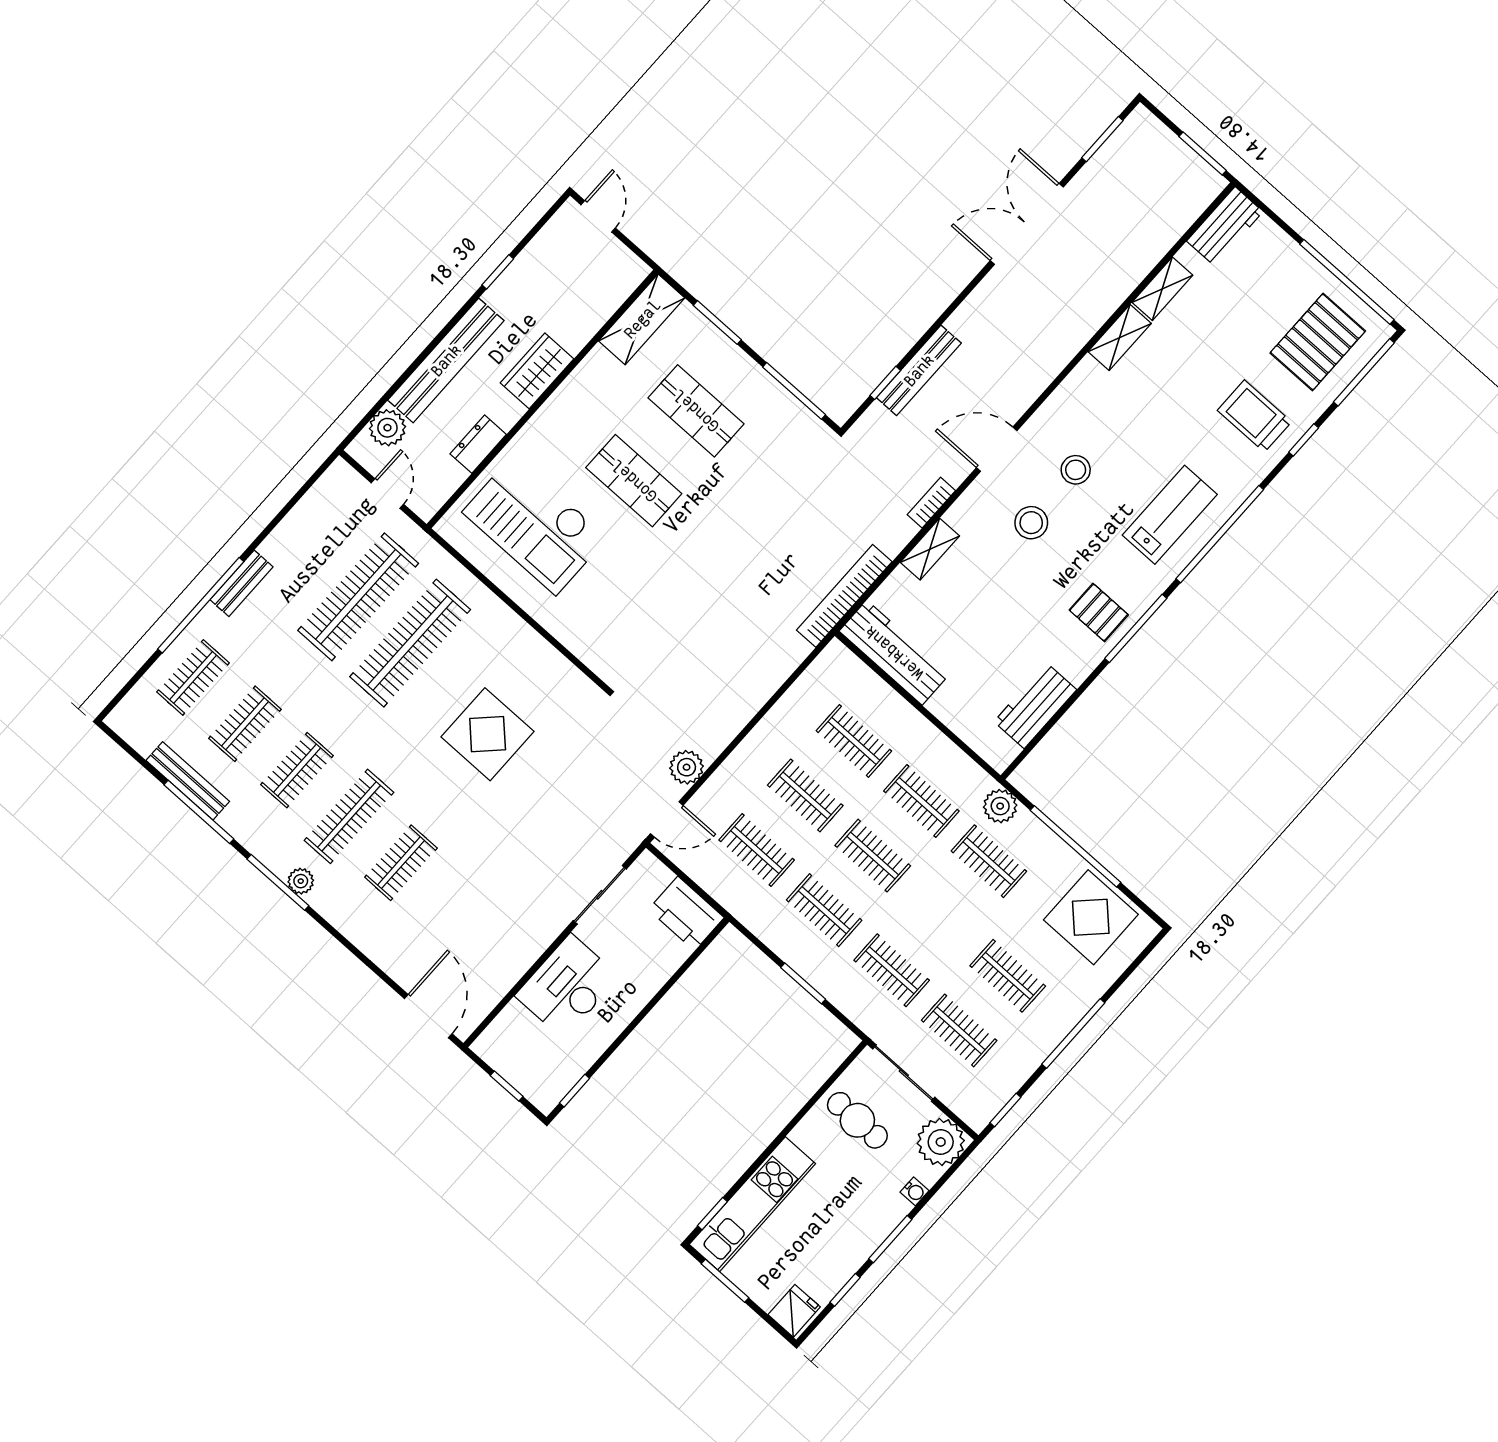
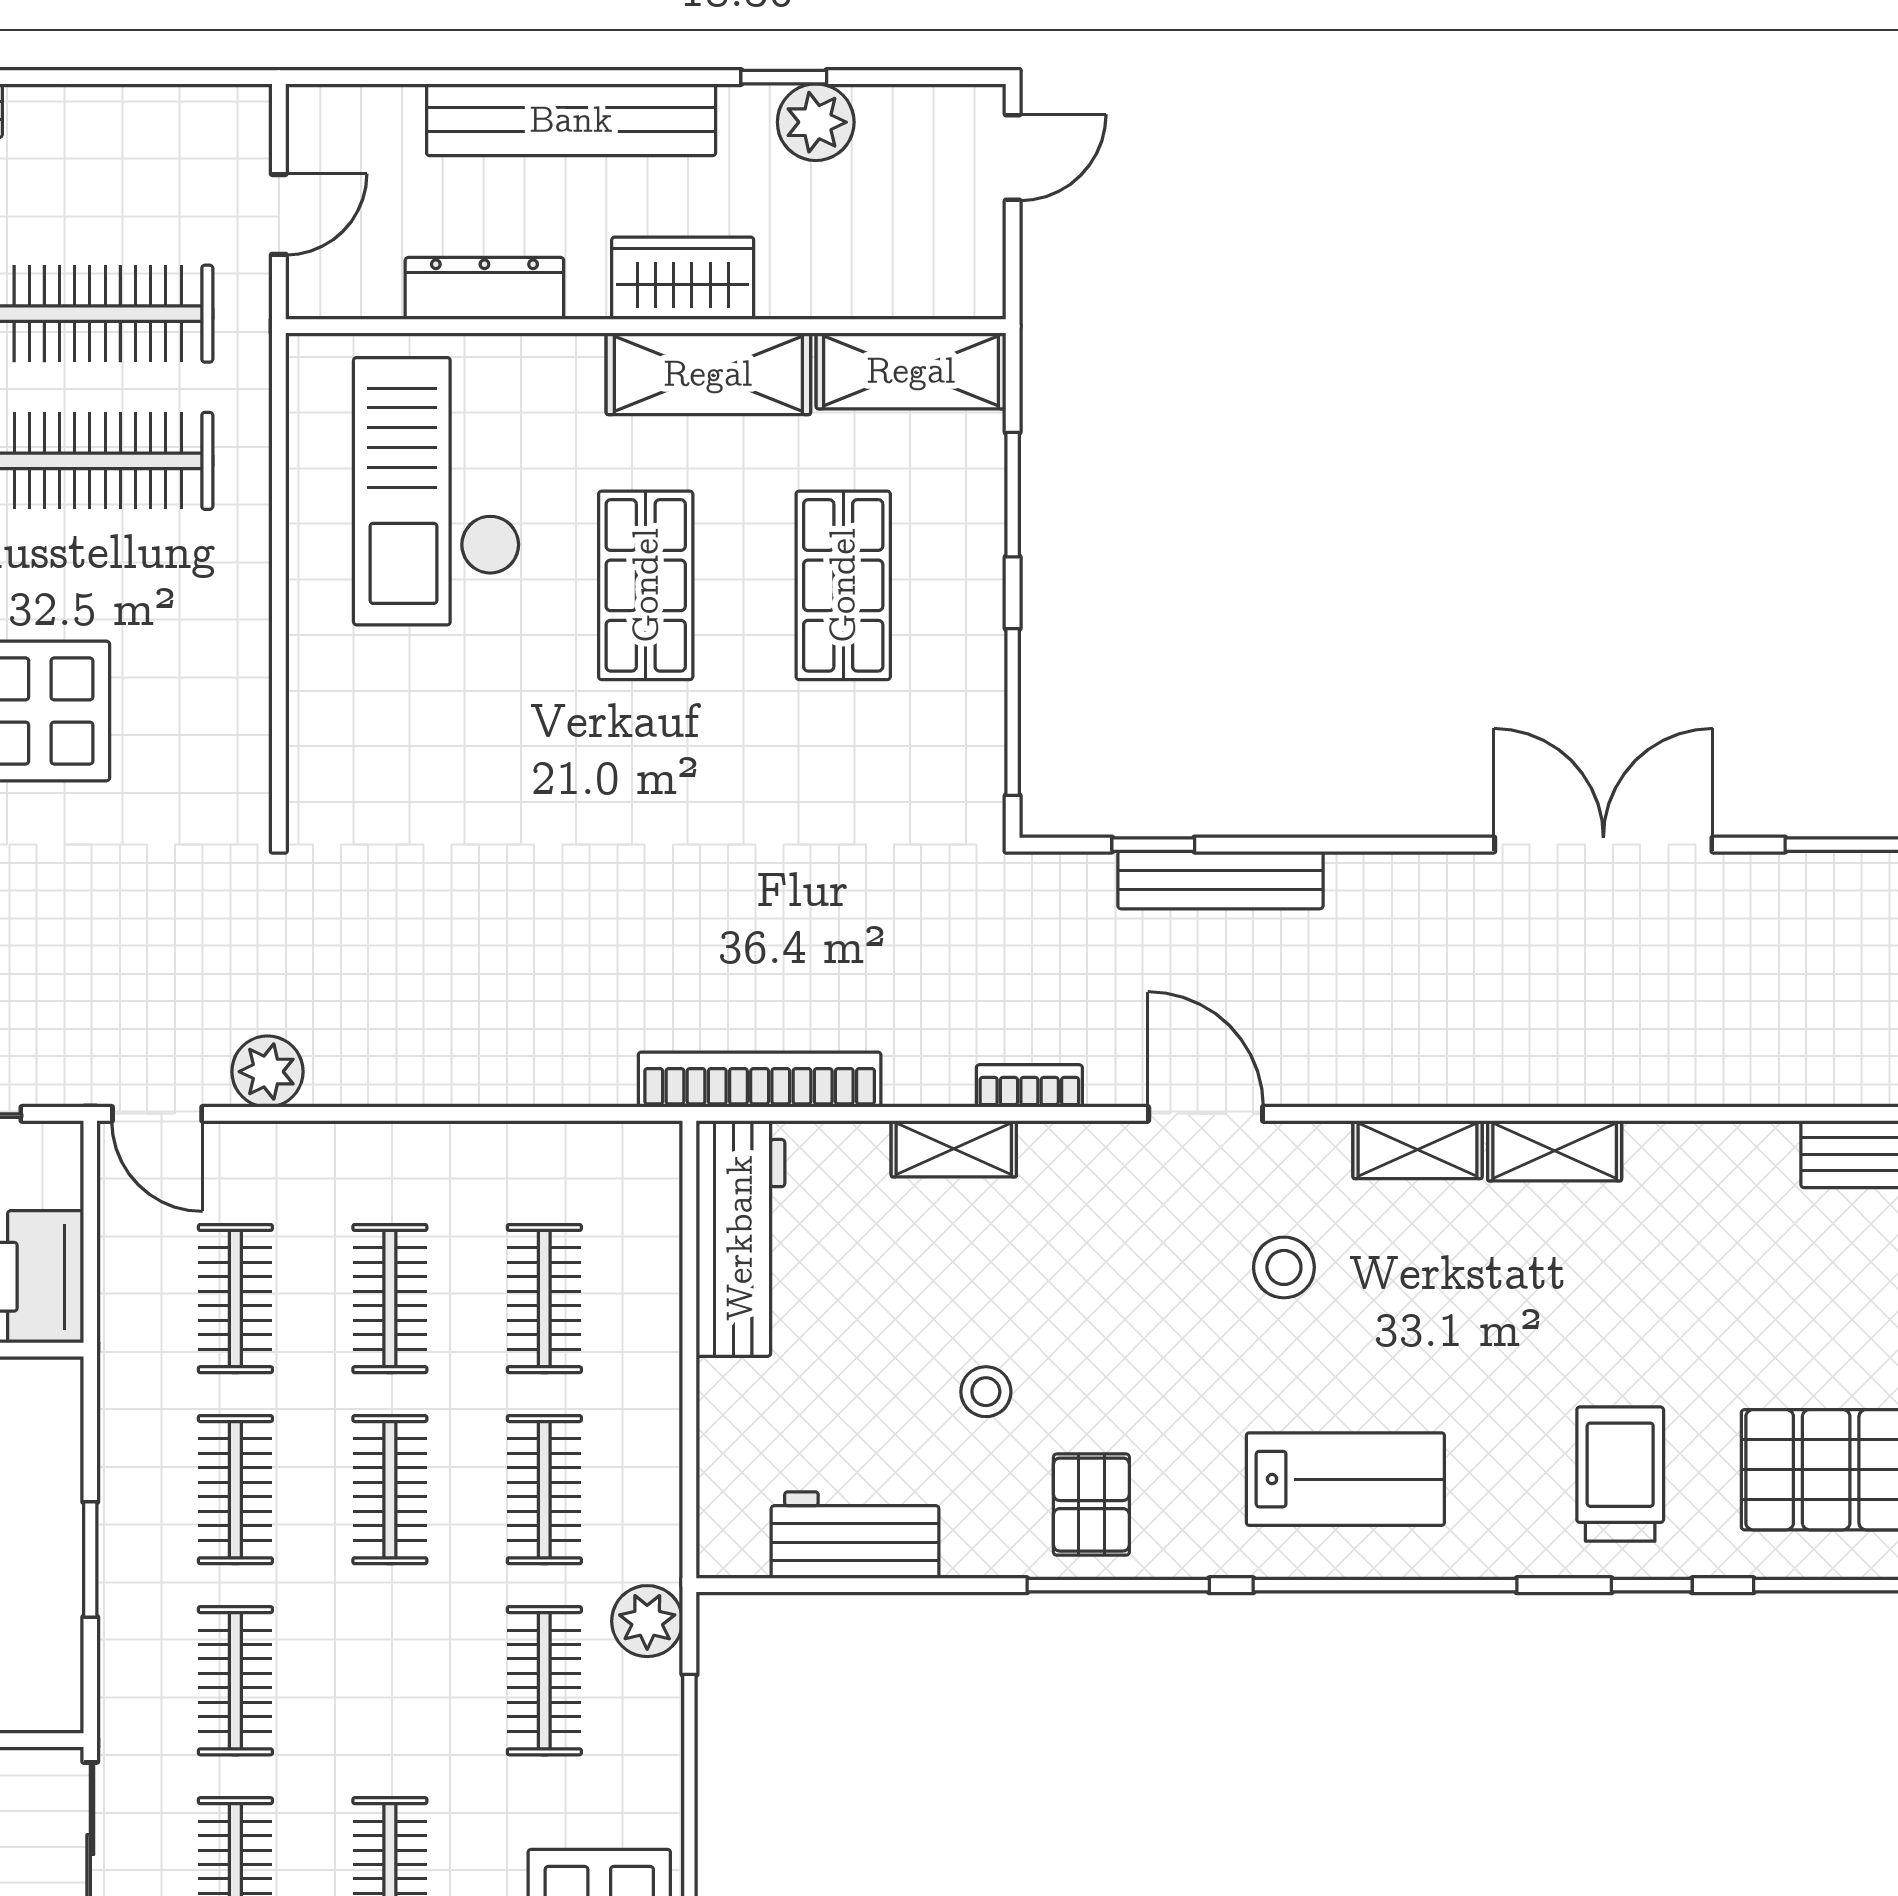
shelving: (1162, 289) -> (1418, 1150), moved
shelving: (579, 392) -> (708, 374), added
plant: (387, 428) -> (816, 122), moved
dresser: (478, 444) -> (484, 288), width x1.44
stool: (1031, 523) -> (986, 1392), moved, width x0.73, depth x0.73

